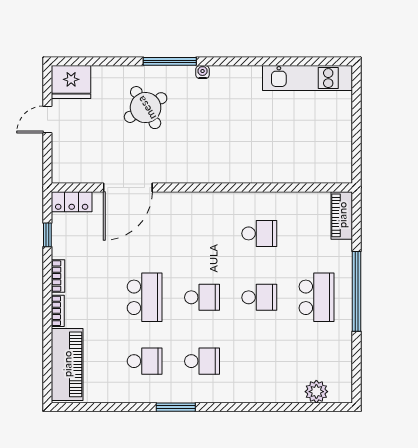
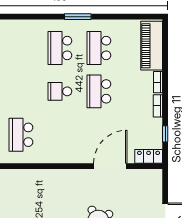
school desk: (259, 233) -> (21, 135), width x1.85
school desk: (259, 297) -> (21, 91), removed
school desk: (145, 361) -> (99, 48), width x1.85
school desk: (202, 361) -> (60, 48), width x1.85

